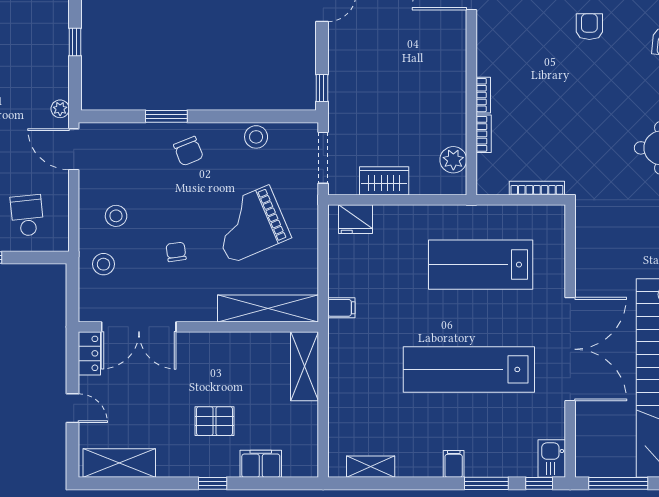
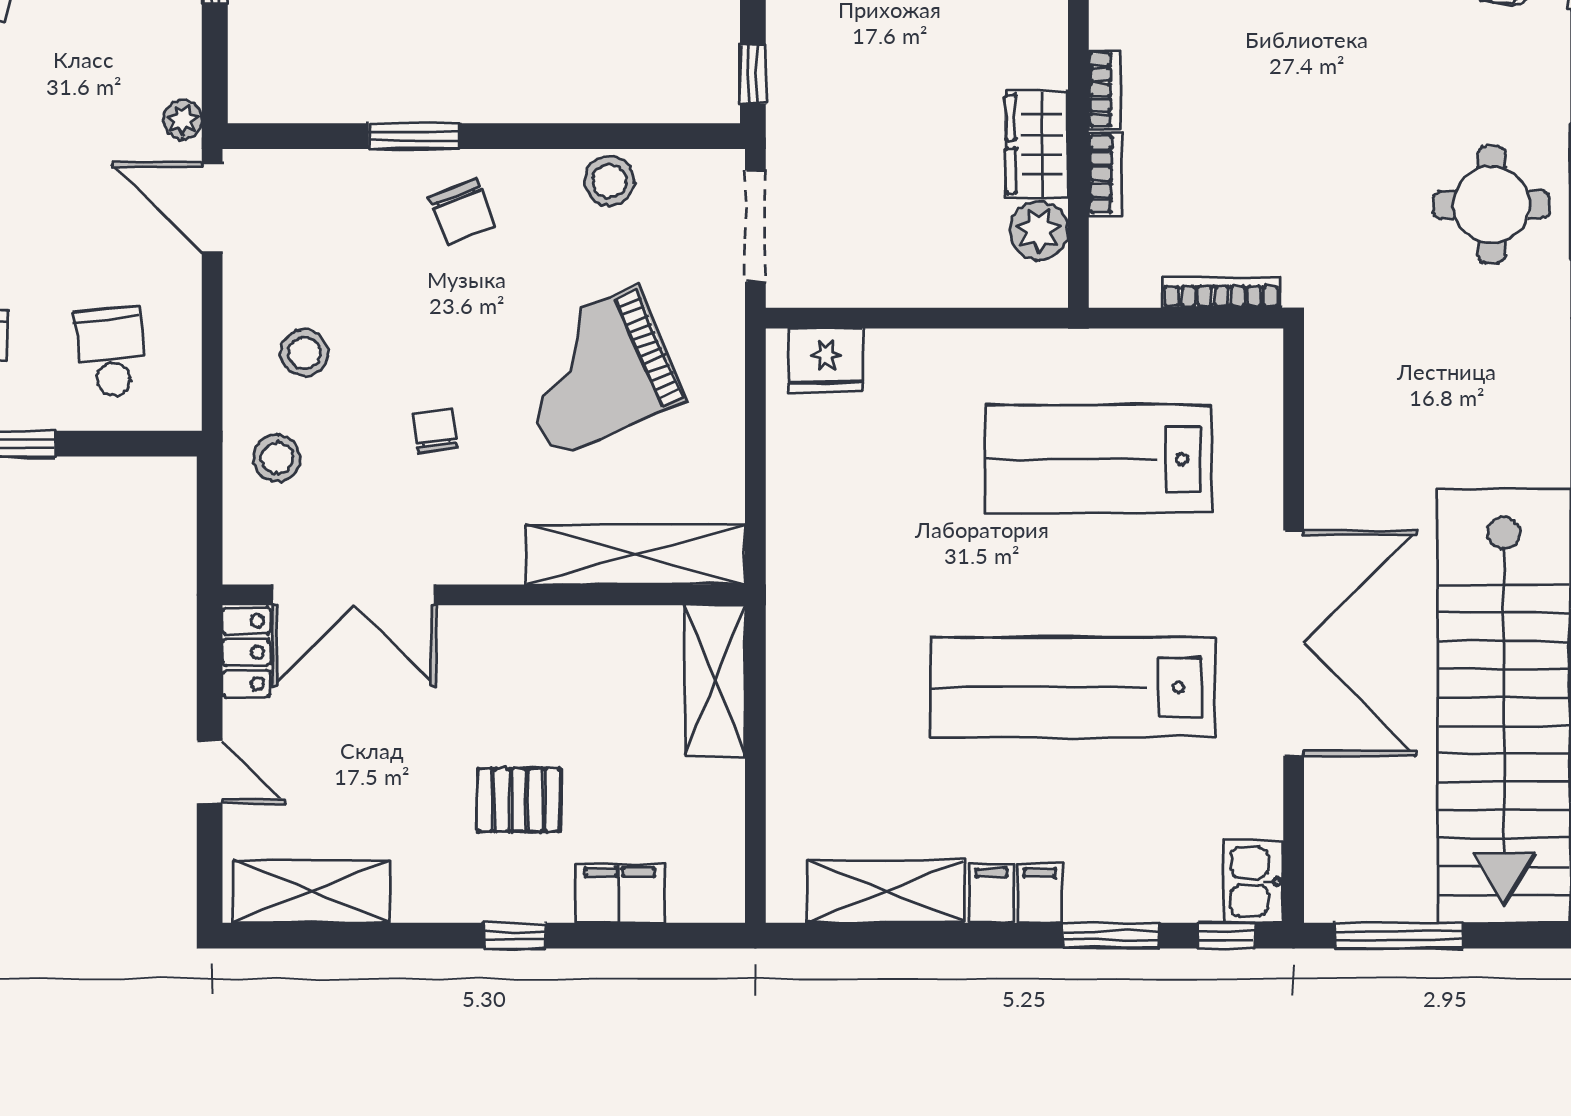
wardrobe: (384, 181) -> (1037, 144), moved, turned -90
filing cabinet: (341, 308) -> (991, 893), moved, turned -90
shelving: (371, 467) -> (885, 891), width x1.50, depth x1.33

